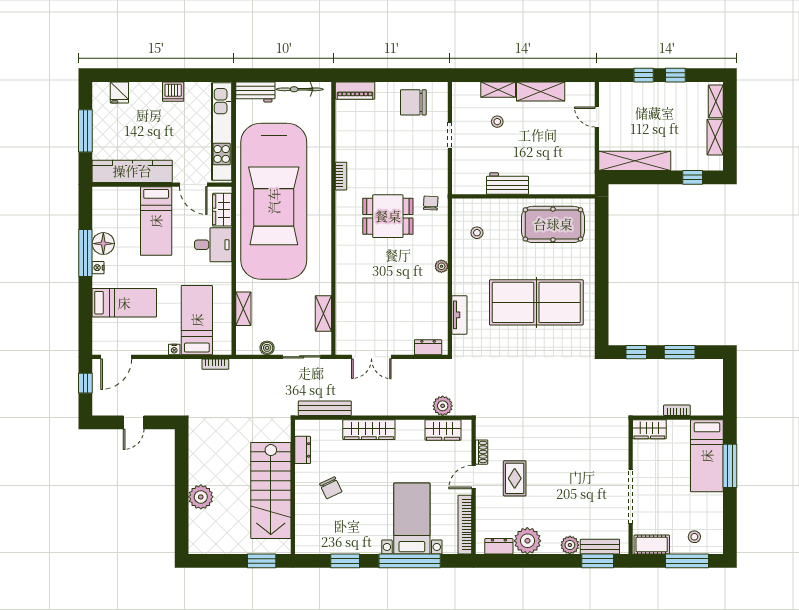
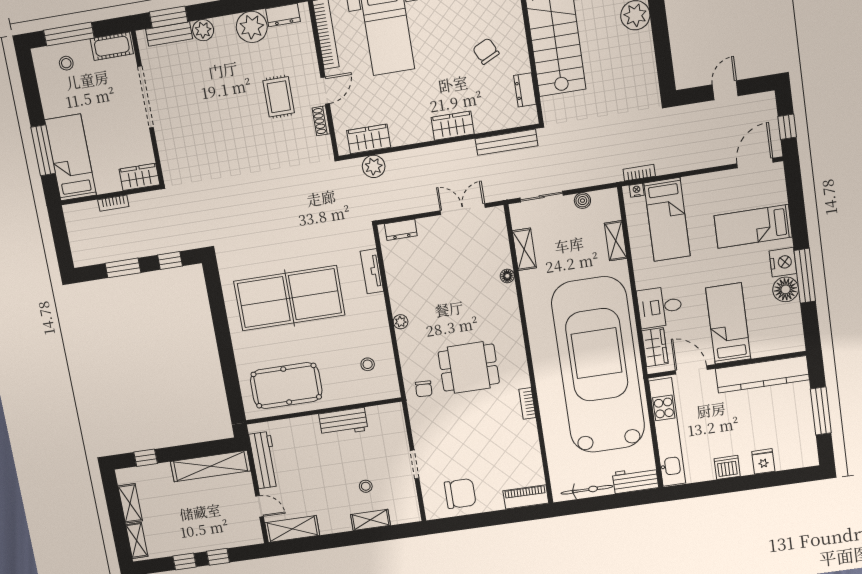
shelving: (541, 91) -> (292, 529), moved
fridge: (119, 93) -> (763, 461), moved
workbench: (585, 159) -> (264, 460), added
nightstand: (98, 268) -> (783, 262), width x1.89, depth x1.79
floor lamp: (342, 292) -> (507, 276), added
nightstand: (174, 349) -> (637, 190), moved
wardrobe: (369, 430) -> (453, 126), width x0.67

